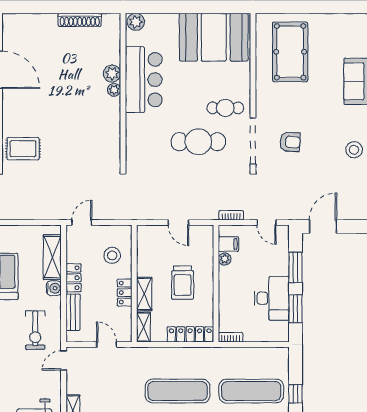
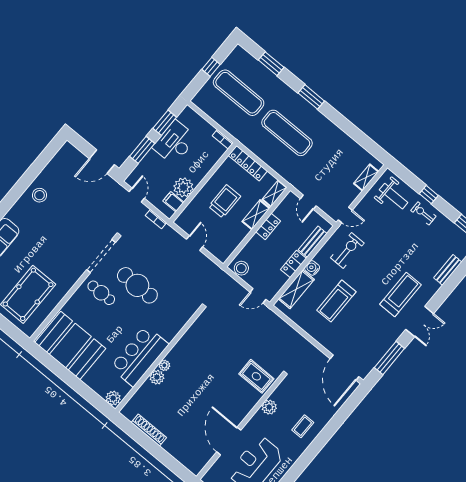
armchair: (290, 142) -> (77, 235), removed
stool: (112, 255) -> (241, 268), moved
plant: (225, 259) -> (183, 187), width x1.88, depth x1.88

